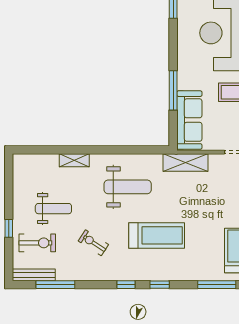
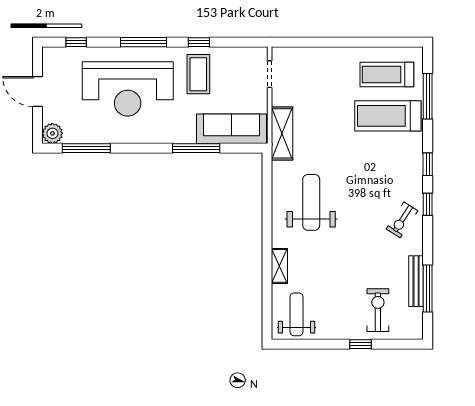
weight bench: (53, 209) -> (297, 314), moved
treadmill: (157, 235) -> (388, 116), moved, turned -90
exercise bike: (93, 243) -> (402, 220), moved
bench: (34, 275) -> (416, 281), moved

